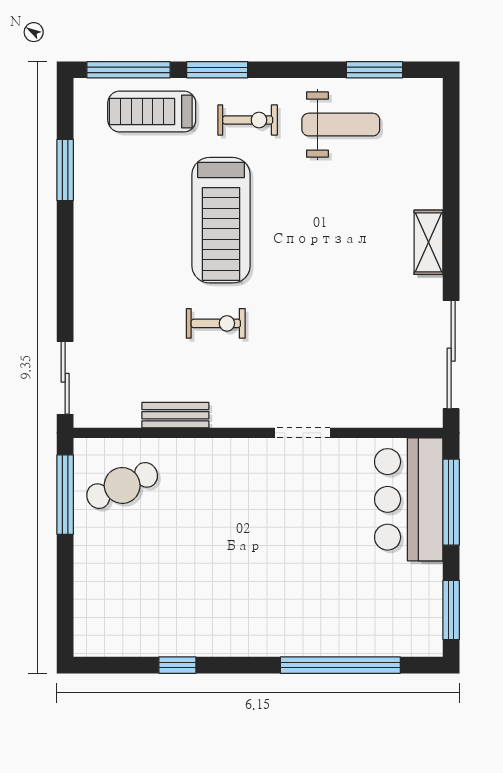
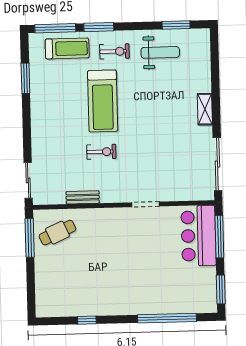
treadmill: (152, 111) -> (67, 48), turned 180

